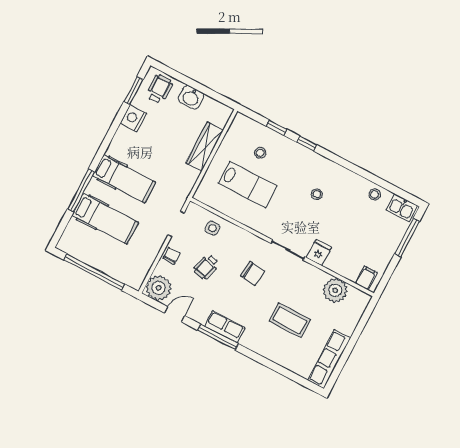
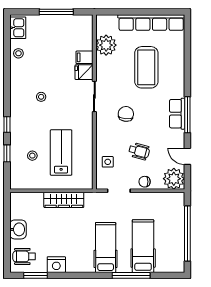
wardrobe: (205, 147) -> (64, 200), moved
window: (407, 238) -> (56, 12), moved
filing cabinet: (366, 278) -> (85, 57), moved
coffee table: (290, 320) -> (146, 67), width x1.36, depth x1.32
row of seats: (329, 359) -> (151, 23), width x1.36

